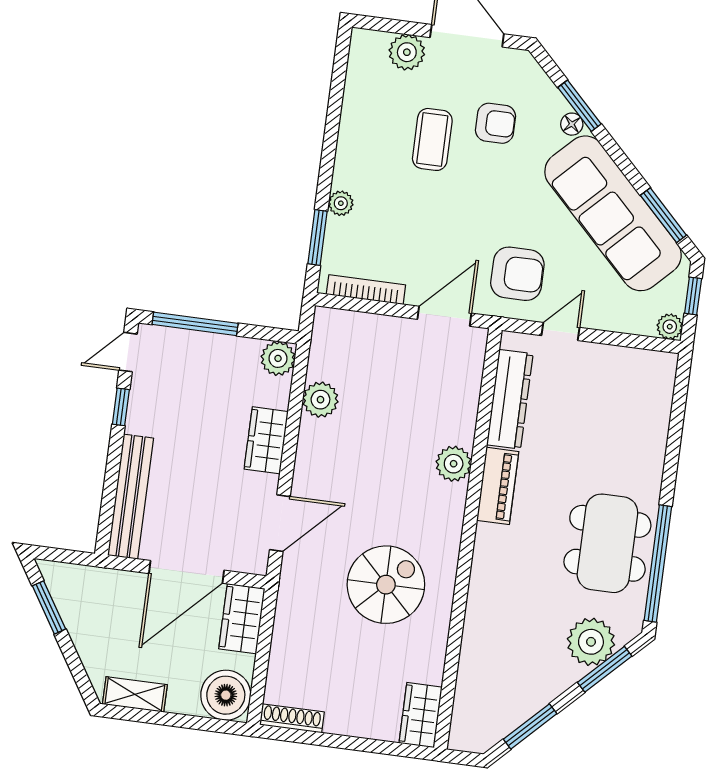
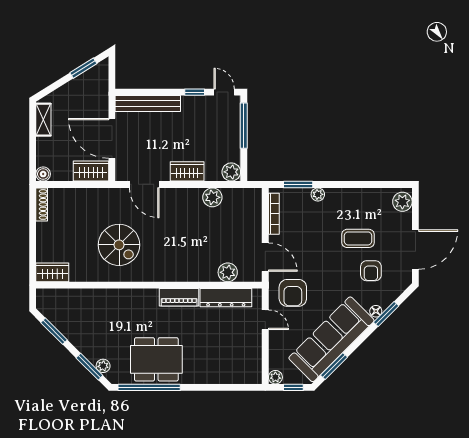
plant: (407, 52) -> (402, 202), moved
plant: (454, 464) -> (228, 272), moved
plant: (591, 642) -> (103, 366), width x0.53, depth x0.53
boiler: (226, 695) -> (43, 174), width x0.54, depth x0.54

